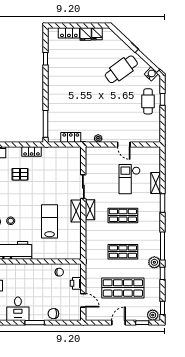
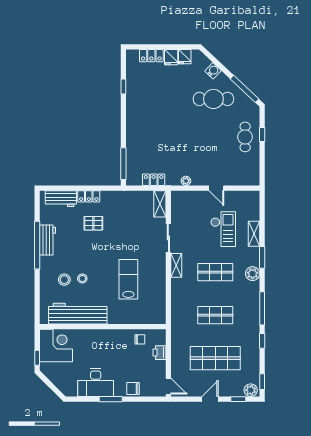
cafe table: (121, 69) -> (213, 99), turned 36
water cooler: (151, 74) -> (213, 71), moved
locker: (32, 151) -> (89, 196), moved
checkout: (130, 179) -> (223, 229), turned 180
shelving: (76, 211) -> (160, 204), moved
plant: (154, 262) -> (253, 274), moved
door: (83, 300) -> (168, 386), moved
desk: (18, 309) -> (96, 383), width x1.37

